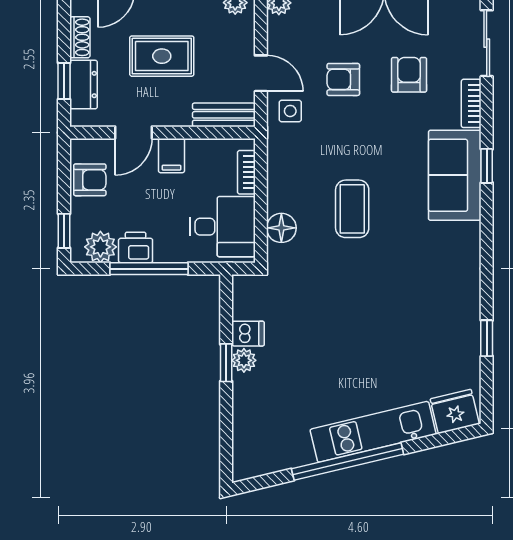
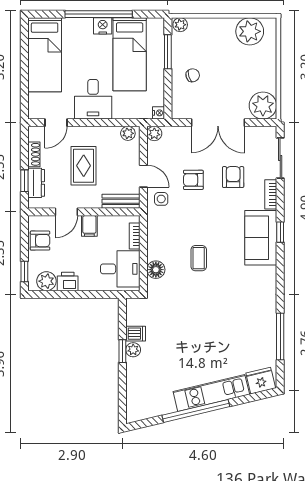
rug: (162, 56) -> (84, 166), turned 90
coffee table: (352, 209) -> (199, 258), width x0.73, depth x0.77
window: (149, 269) -> (76, 294), removed
window: (487, 338) -> (280, 336), width x2.17

